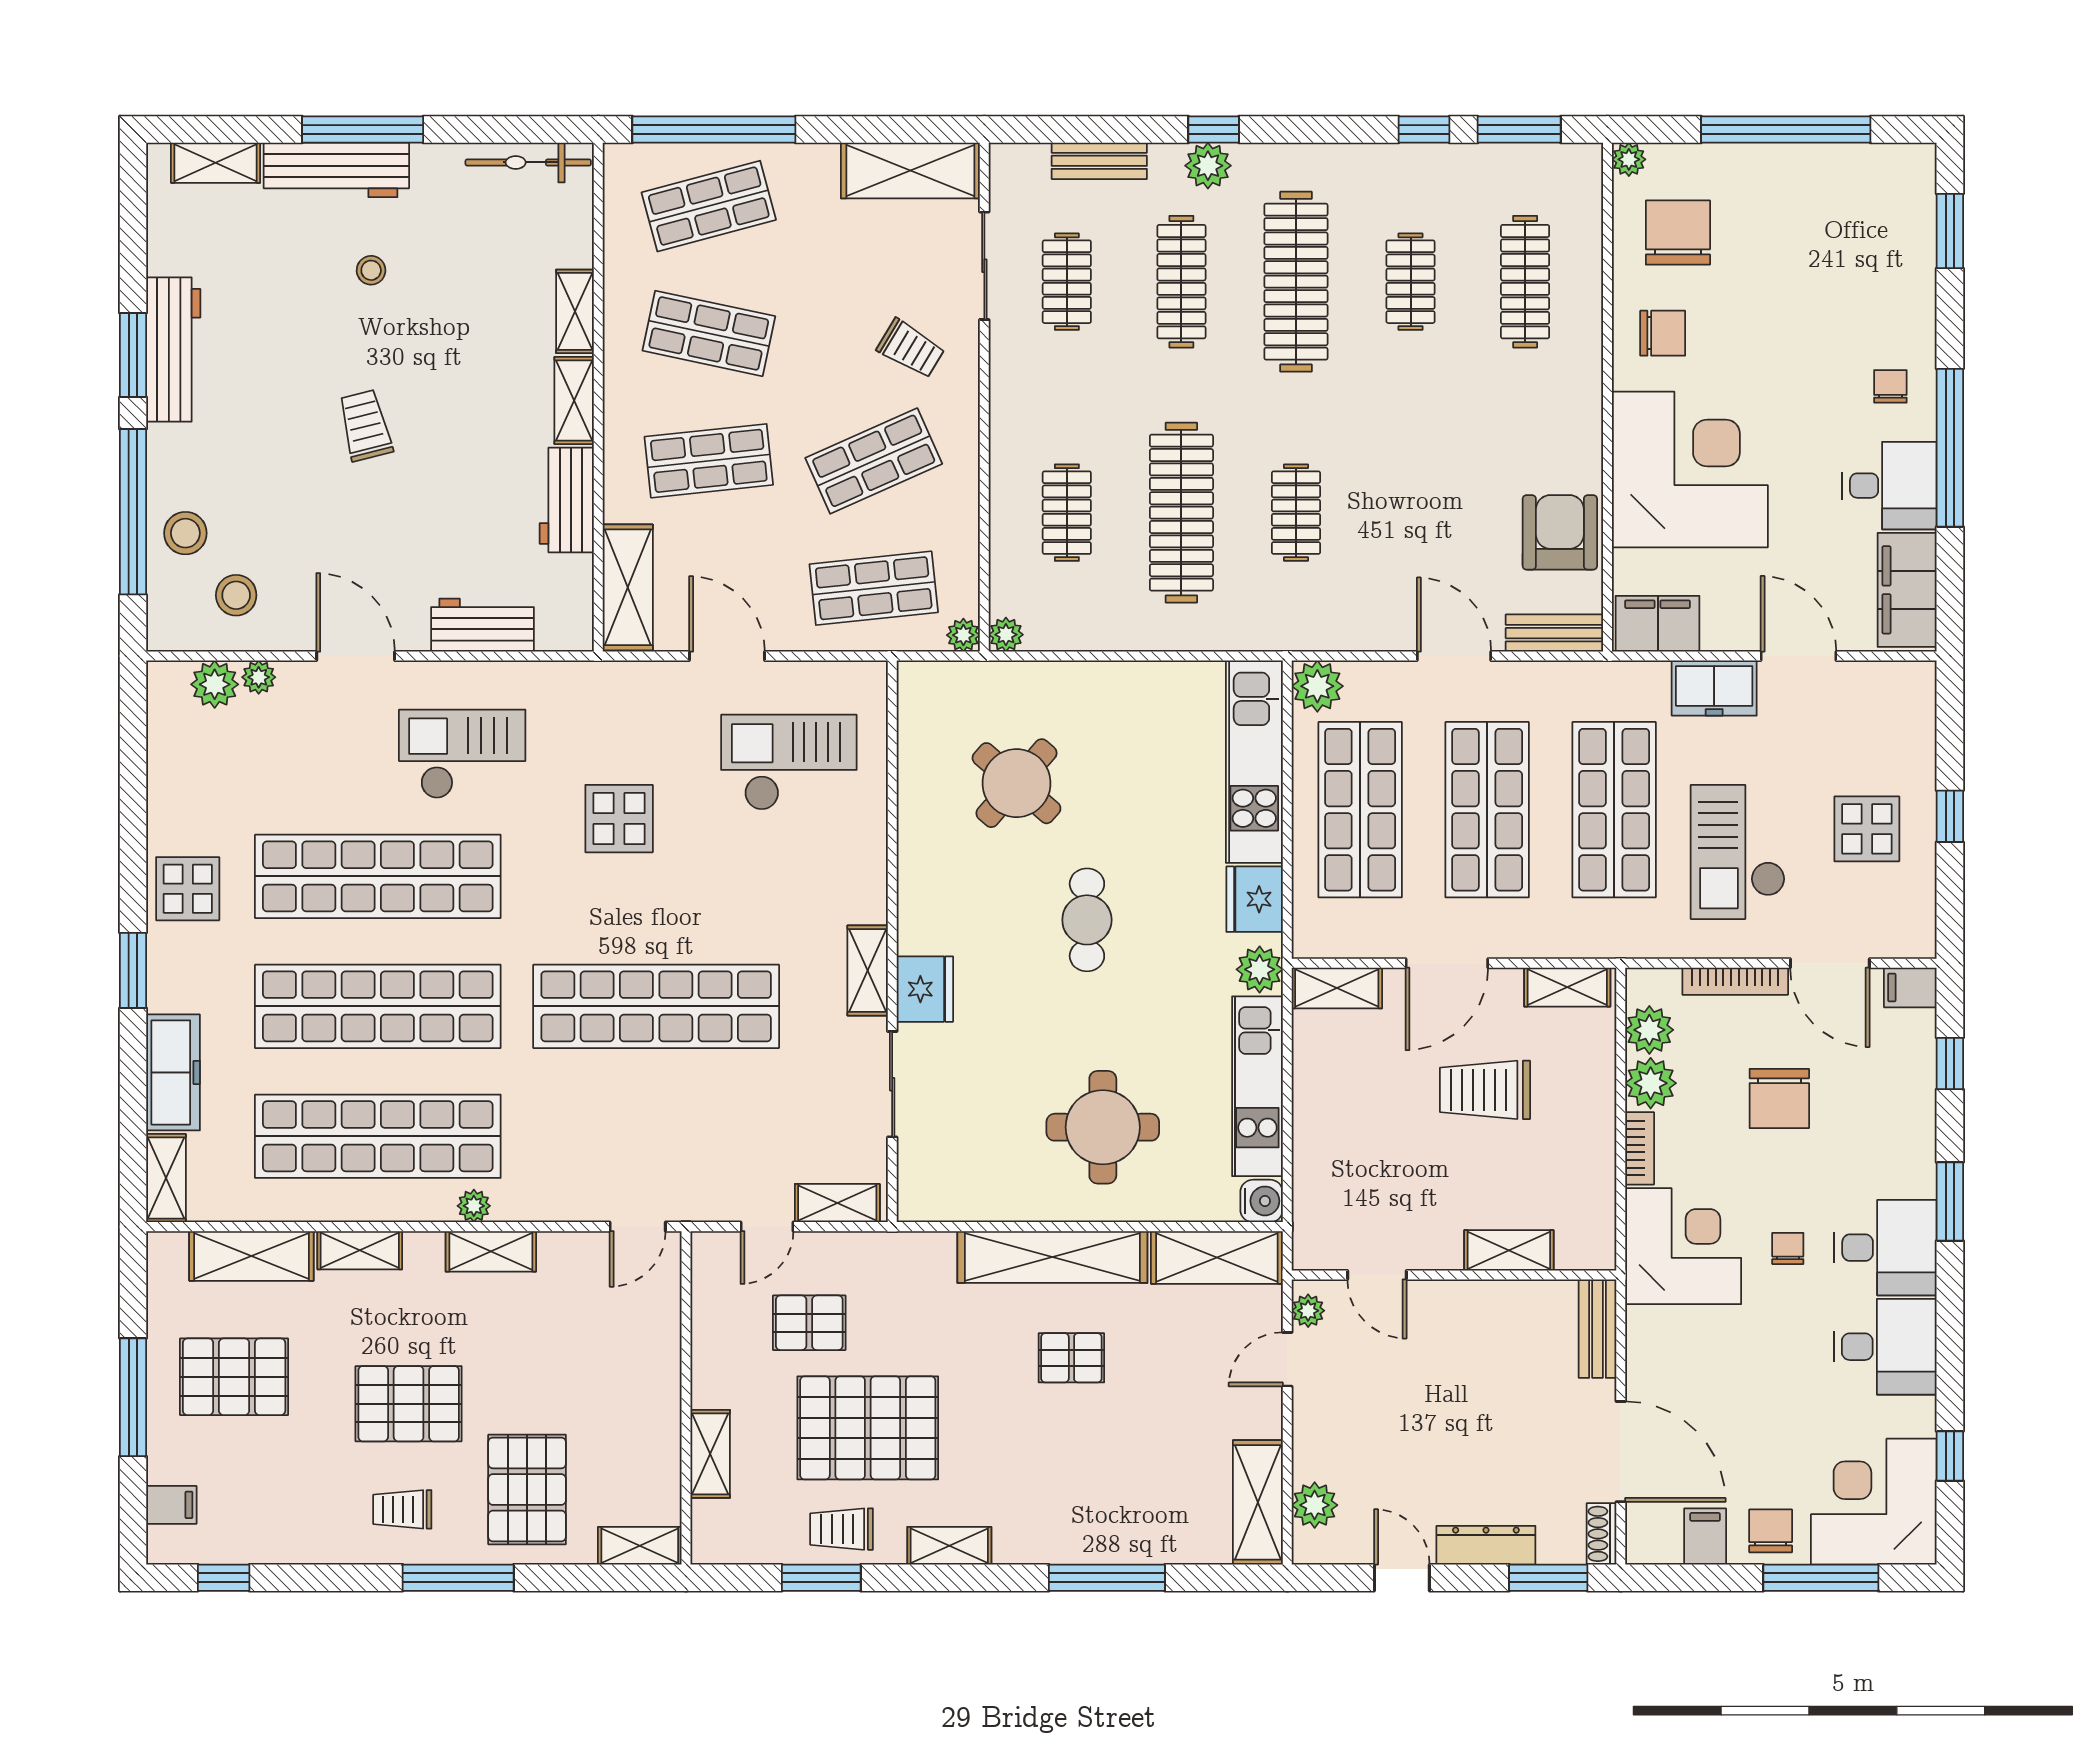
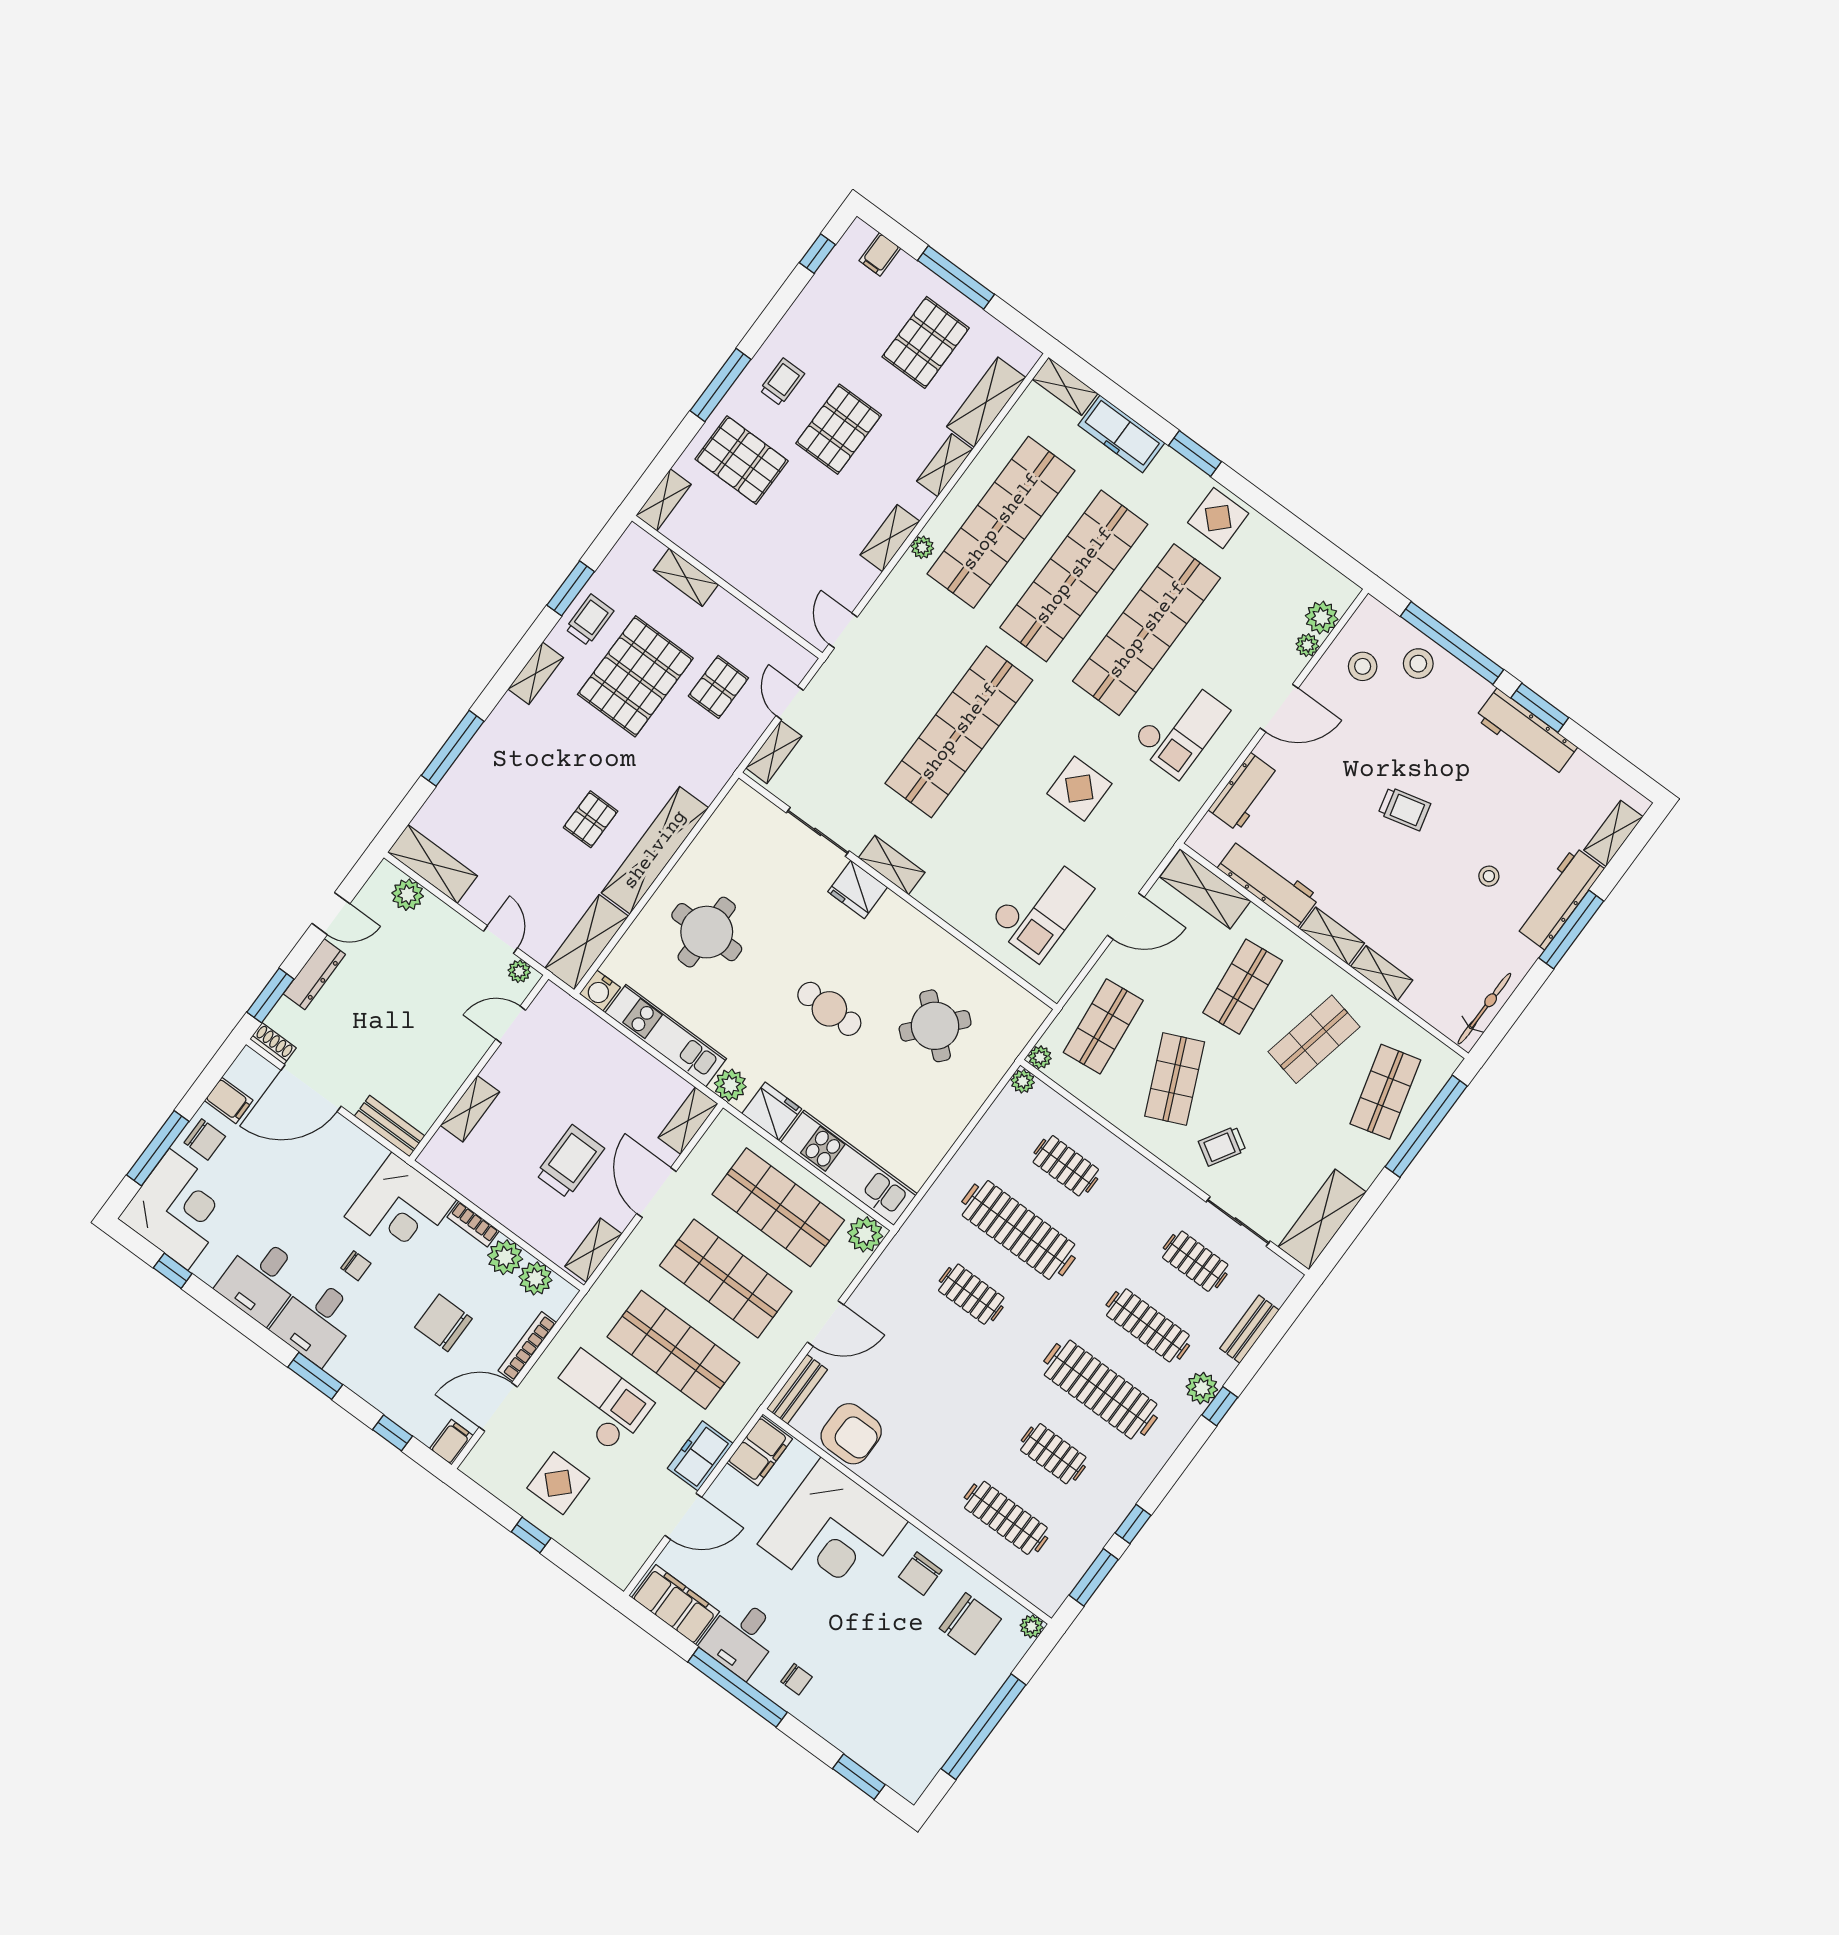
workbench: (567, 500) -> (1268, 883), width x1.38

